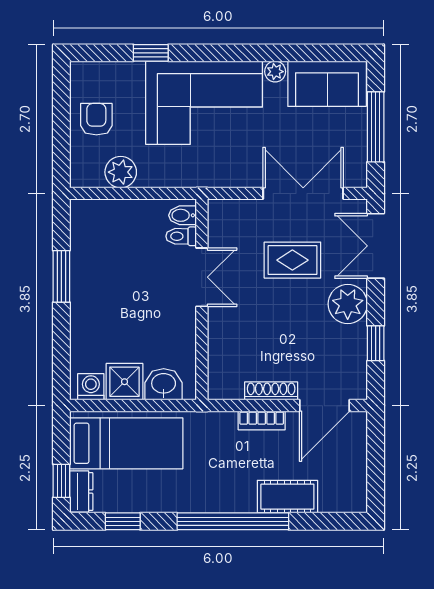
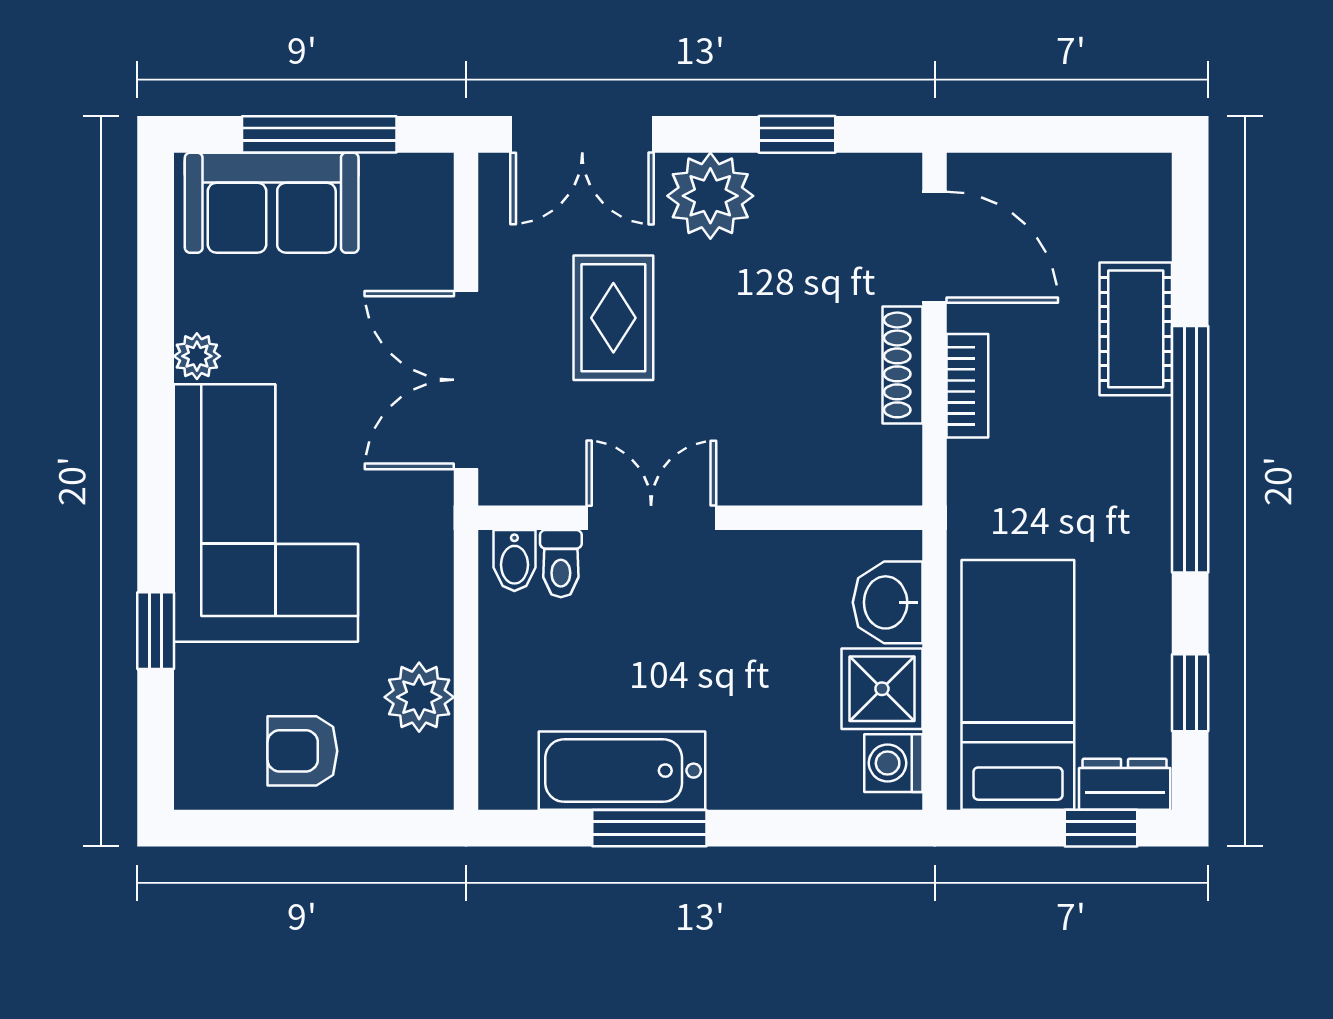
sofa: (327, 84) -> (272, 203), moved, turned 90
double door: (303, 193) -> (466, 380), moved
bathtub: (87, 264) -> (622, 771), added

